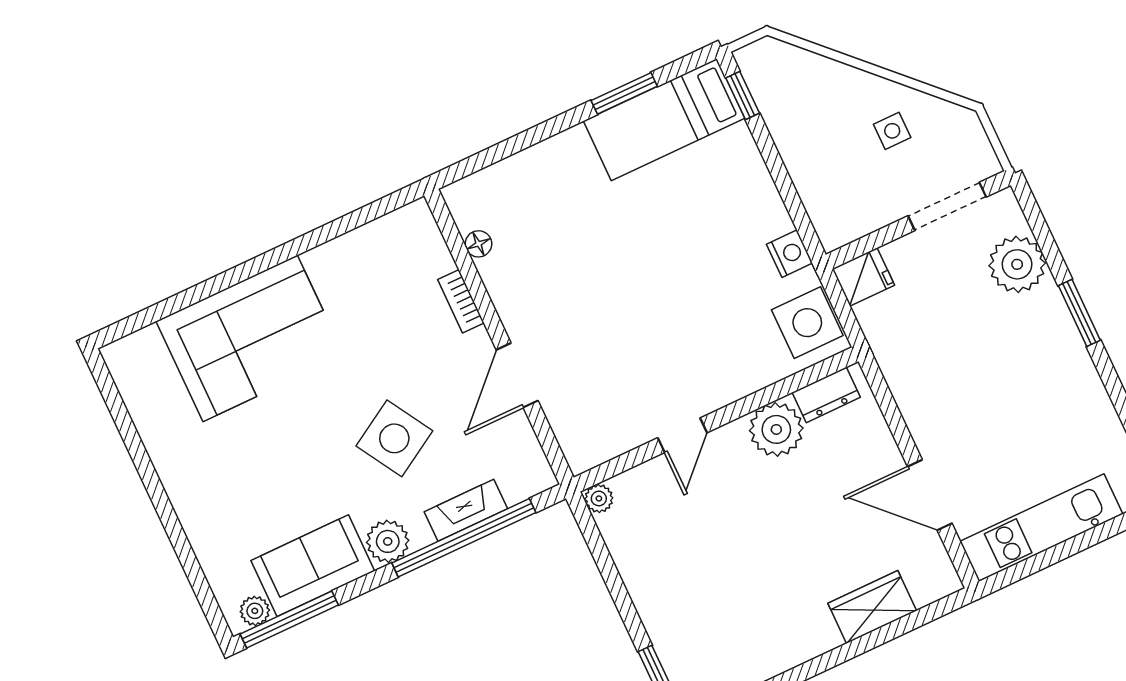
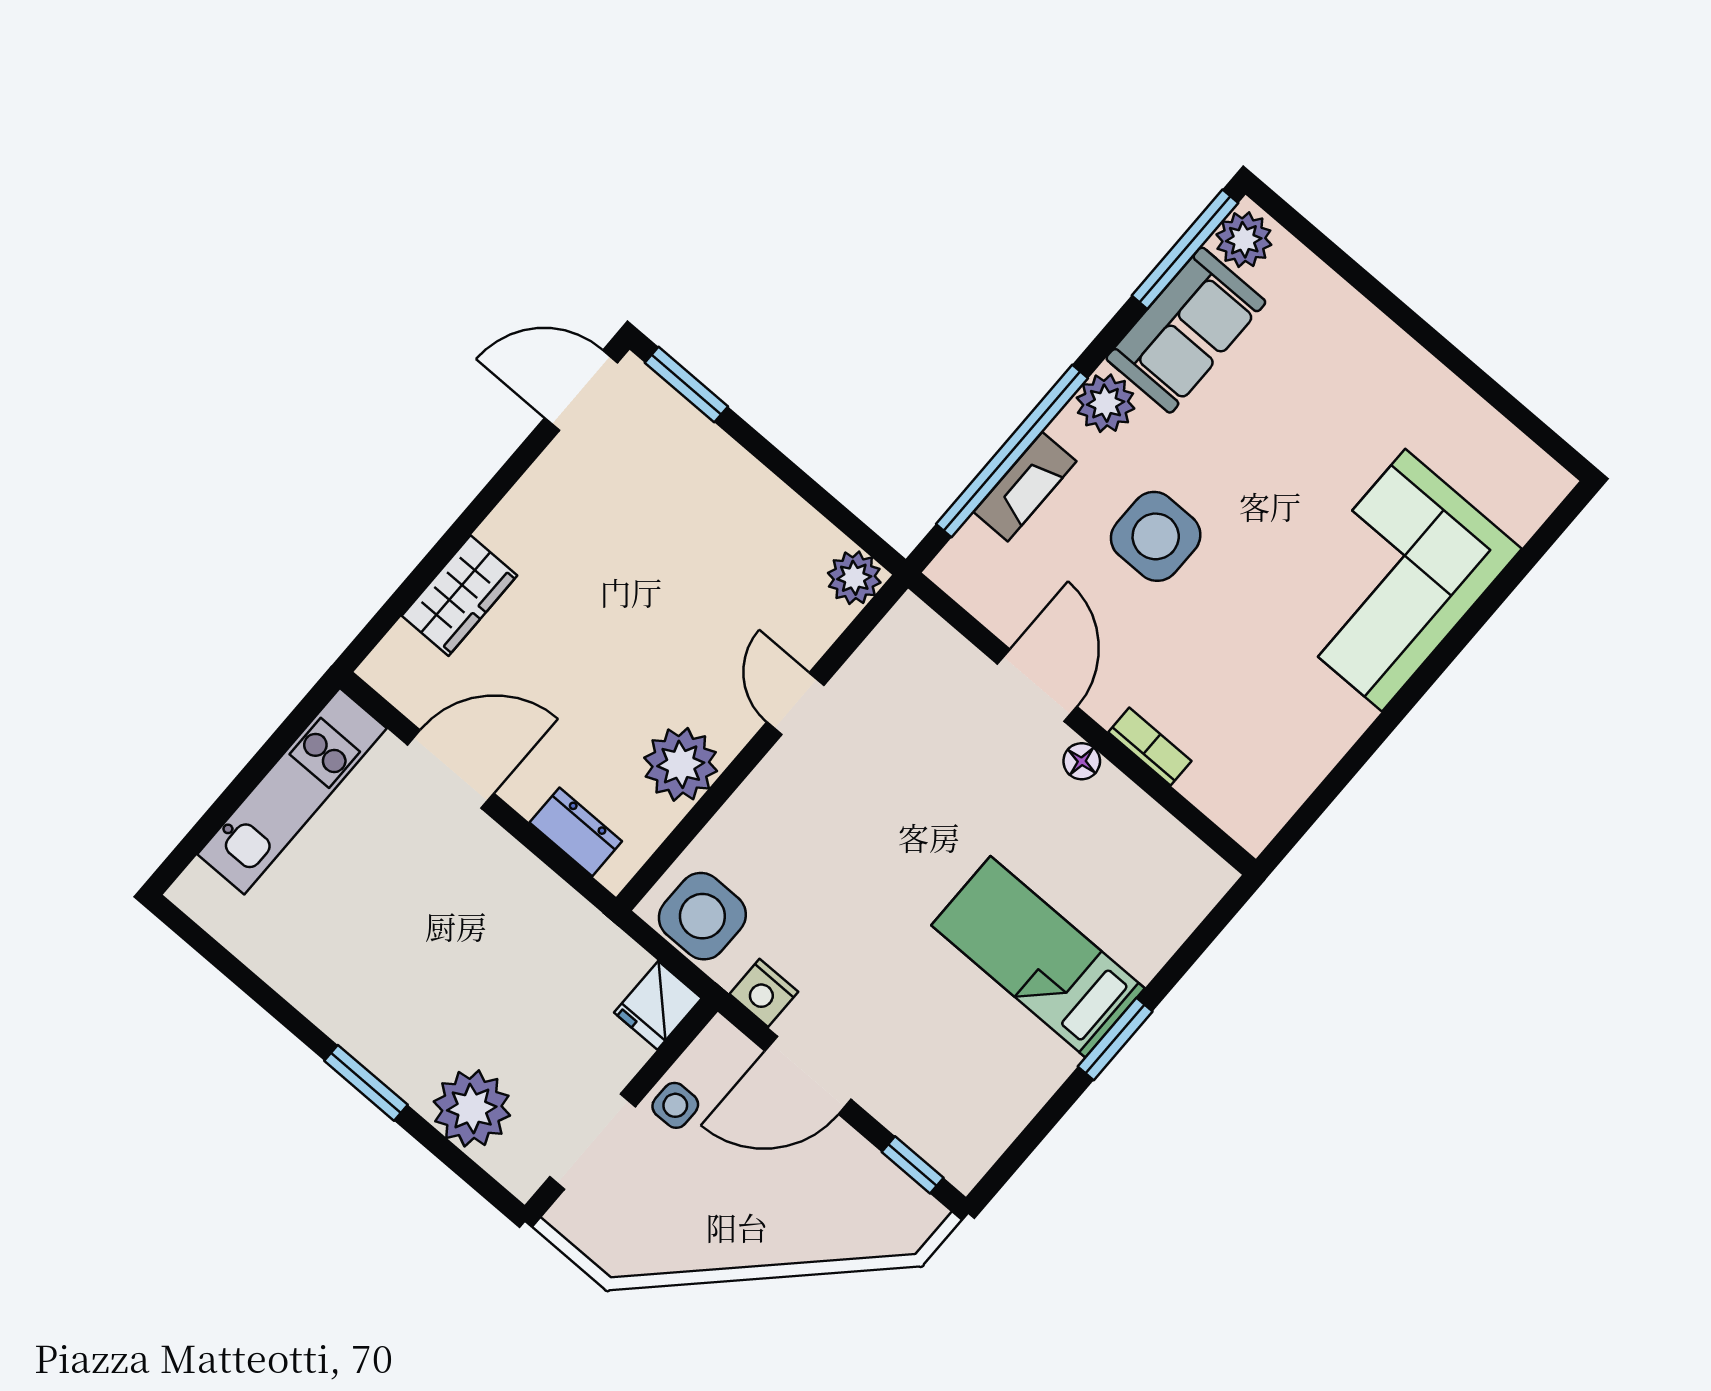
window: (624, 93) -> (1115, 1039), moved
bed: (664, 120) -> (1038, 957), moved, turned -90
side table: (892, 131) -> (675, 1105), moved
door: (785, 186) -> (808, 1075), added
floor lamp: (478, 244) -> (1082, 761), moved
dresser: (826, 395) -> (576, 832), moved, turned 90
side table: (394, 438) -> (1156, 536), turned 31
plant: (599, 498) -> (854, 578), width x1.38, depth x1.38
plant: (255, 611) -> (1244, 240), width x1.38, depth x1.38

